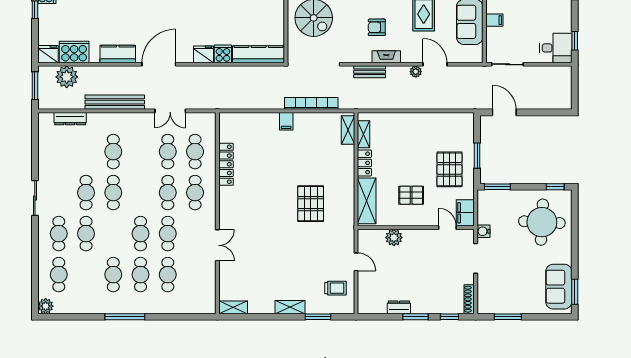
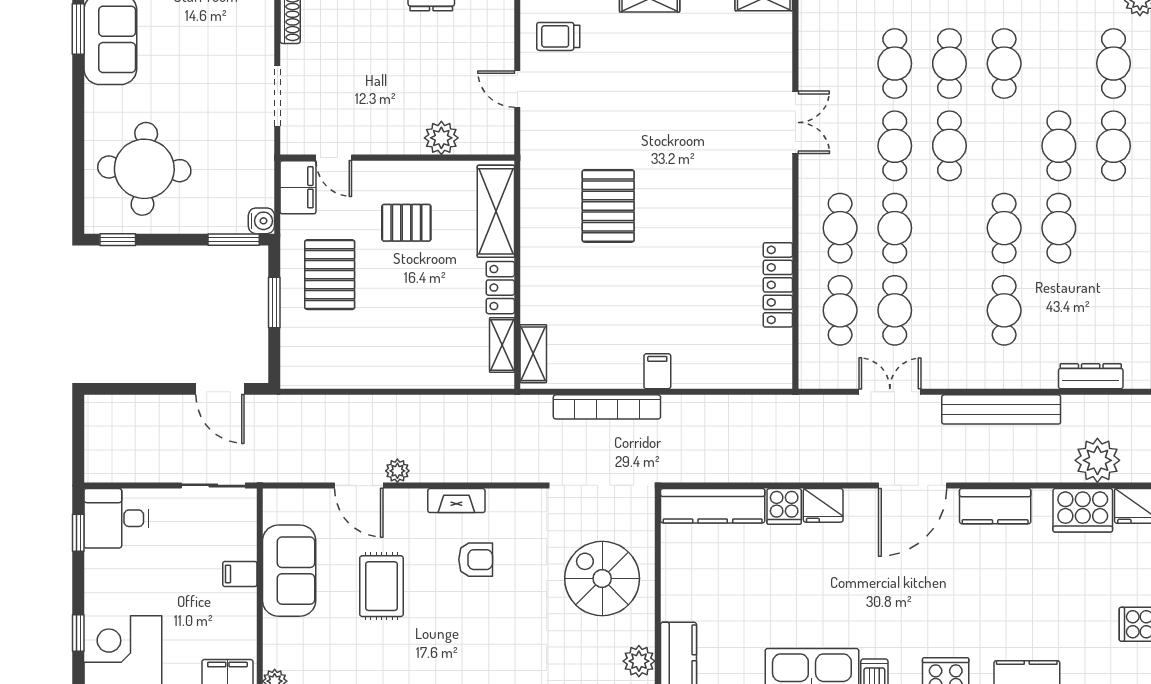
bench: (370, 72) -> (490, 470), removed
water cooler: (484, 231) -> (261, 221), moved
double door: (217, 245) -> (795, 122), swing flipped

